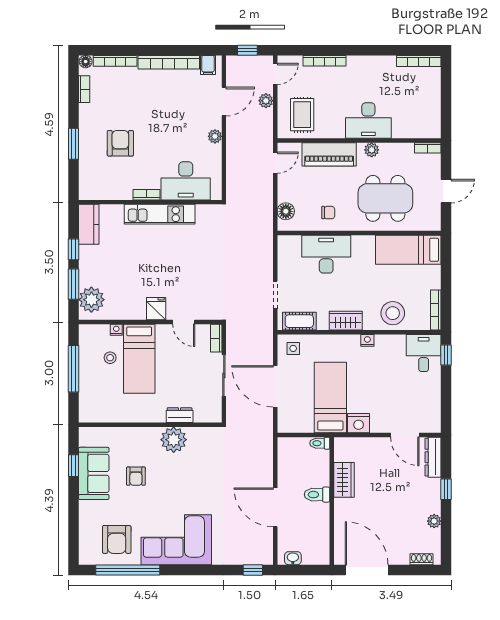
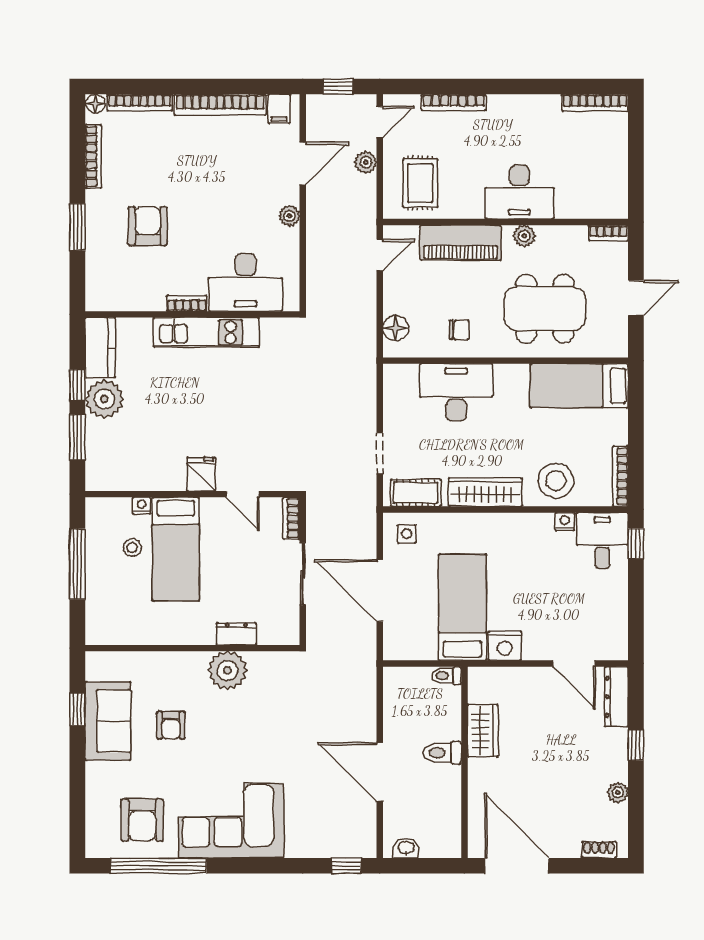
bookcase: (84, 89) -> (93, 156), width x1.56
plant: (91, 300) -> (104, 399), moved
wardrobe: (346, 321) -> (485, 492), width x1.50
nightstand: (367, 340) -> (565, 522), moved

